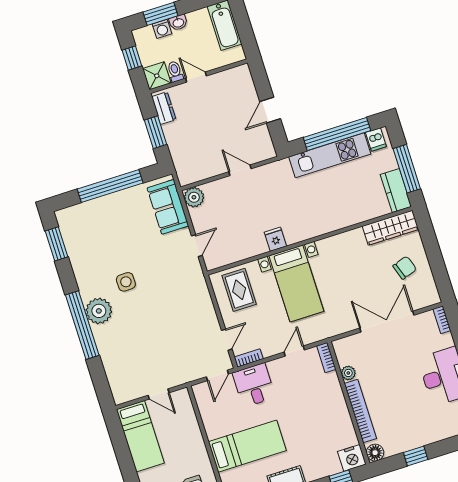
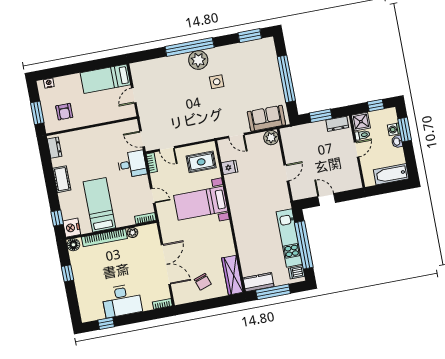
fridge: (275, 239) -> (230, 167), moved
bed: (247, 446) -> (99, 205), moved, turned 180

